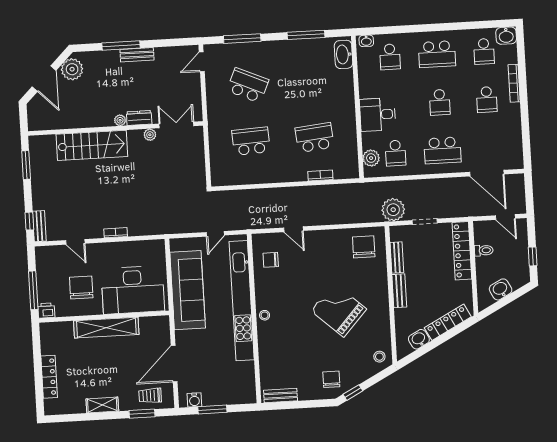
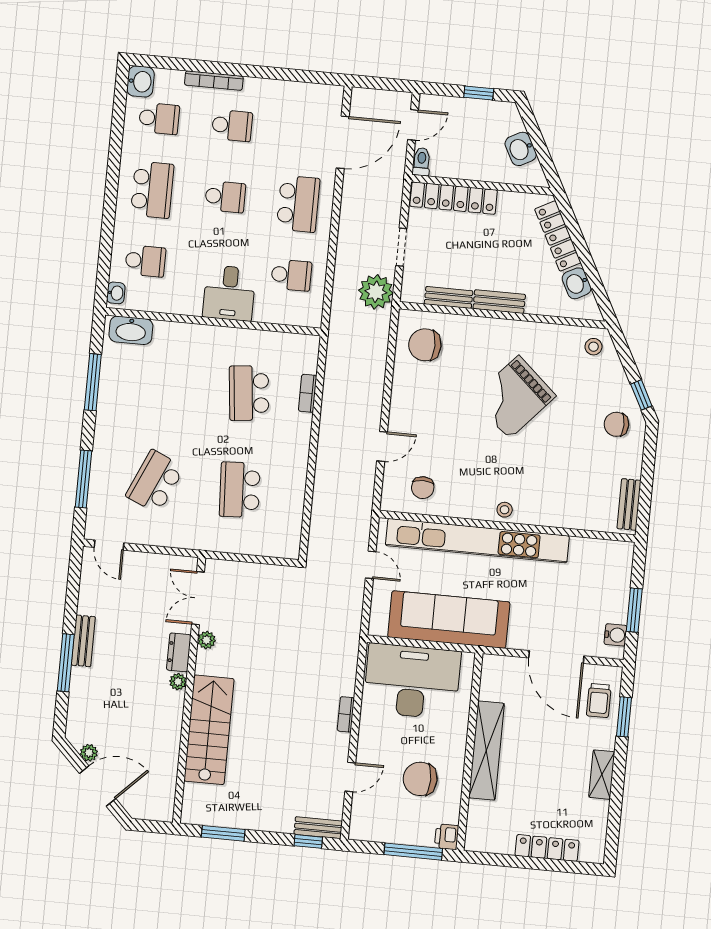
plant: (72, 69) -> (89, 753), width x0.53, depth x0.53
plant: (371, 158) -> (293, 313), removed
toilet: (484, 250) -> (421, 162), moved
desk: (133, 290) -> (412, 681), moved, turned -90

